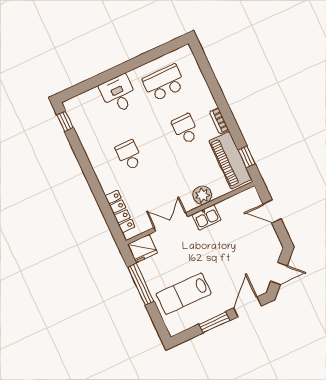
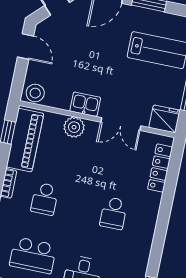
stool: (248, 199) -> (35, 93), added
door: (272, 211) -> (26, 47), moved

